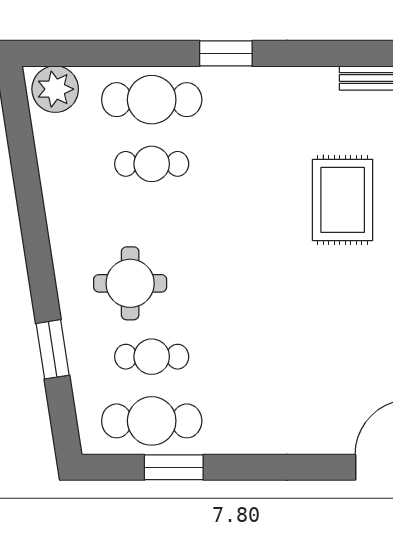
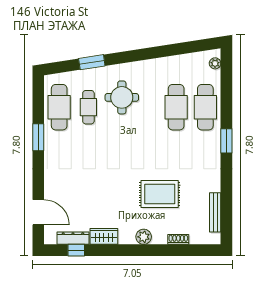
plant: (55, 89) -> (215, 63), width x0.53, depth x0.53
cafe table: (152, 164) -> (176, 107), width x1.37, depth x1.35
window: (174, 467) -> (38, 137), moved

